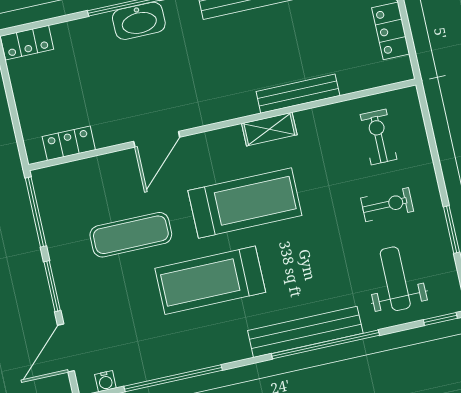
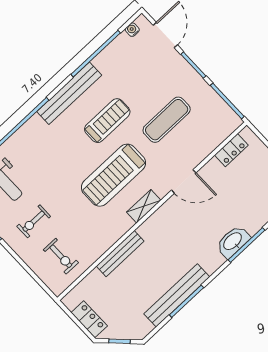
shelving: (269, 129) -> (144, 206), moved
door: (157, 139) -> (184, 181), swing flipped
treadmill: (210, 280) -> (107, 121), width x0.73, depth x0.73
bench: (305, 332) -> (69, 93), moved

